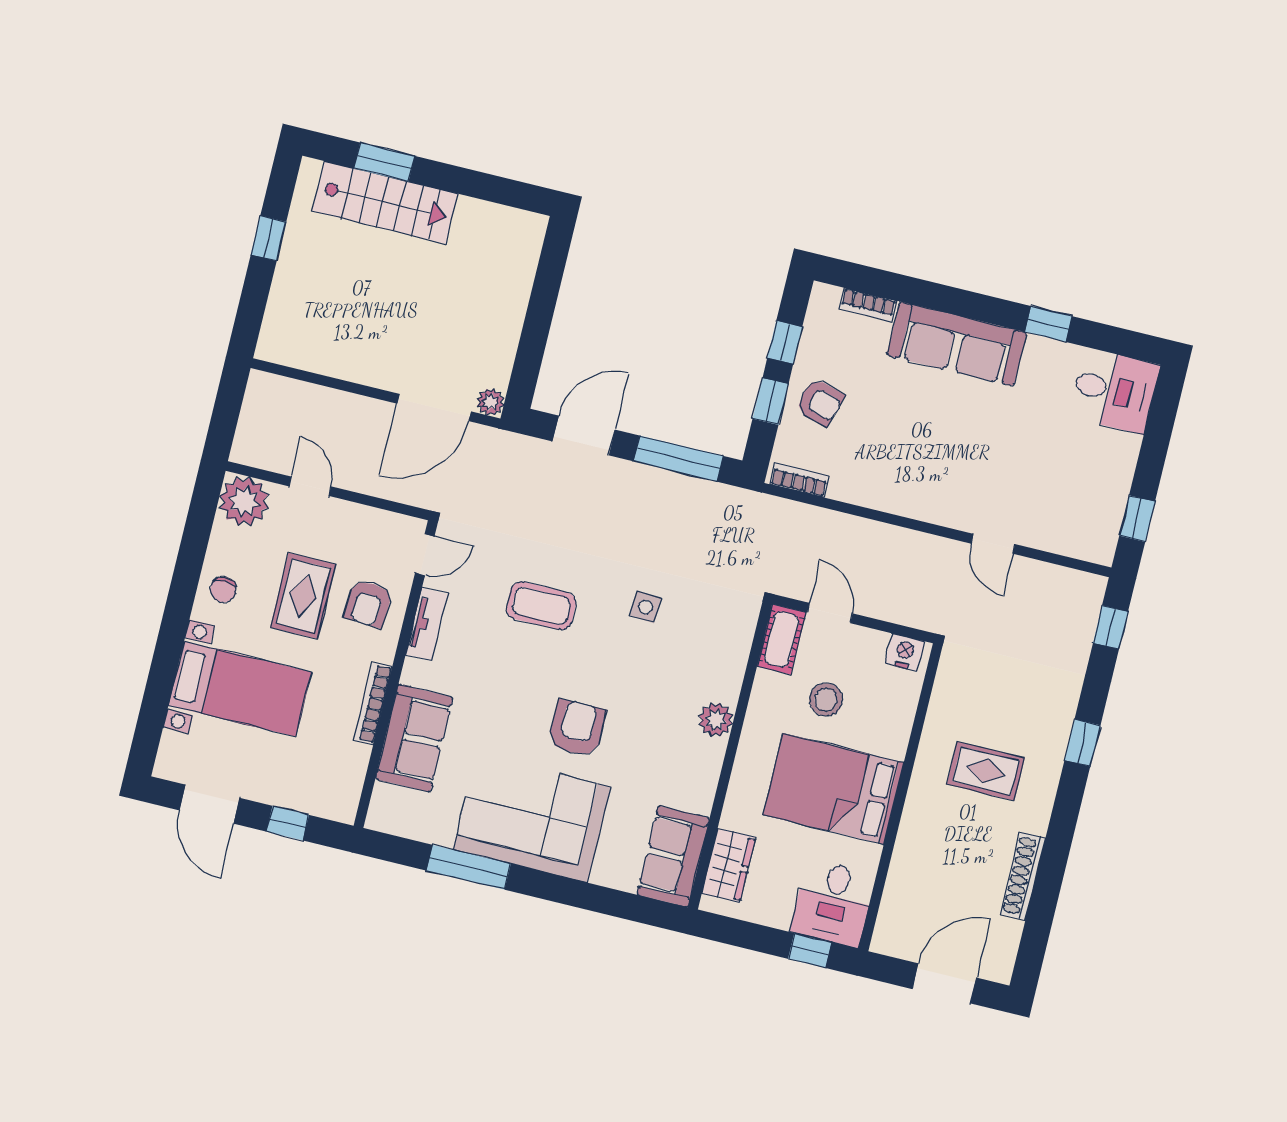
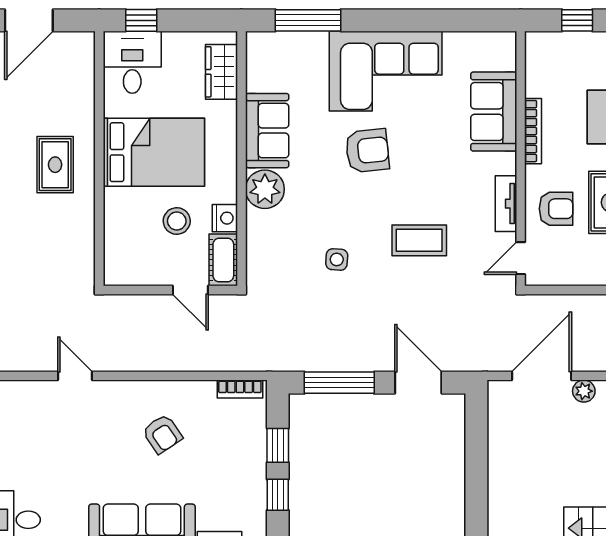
plant: (490, 402) -> (584, 391), moved
armchair: (820, 402) -> (162, 434), moved, turned -140
door: (584, 435) -> (418, 383), swing flipped
armchair: (368, 604) -> (556, 209), turned 87
nightstand: (905, 652) -> (225, 218), moved, turned -90
plant: (716, 720) -> (265, 189), width x1.36, depth x1.36
armchair: (577, 728) -> (367, 151), turned -96
rug: (986, 771) -> (55, 165), moved, turned 90
sofa: (673, 856) -> (267, 131), moved
window: (468, 867) -> (308, 20), moved

